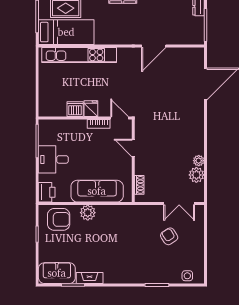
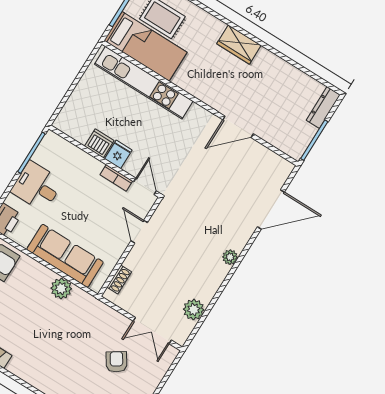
plant: (199, 161) -> (230, 257), moved
plant: (88, 213) -> (61, 288), moved

